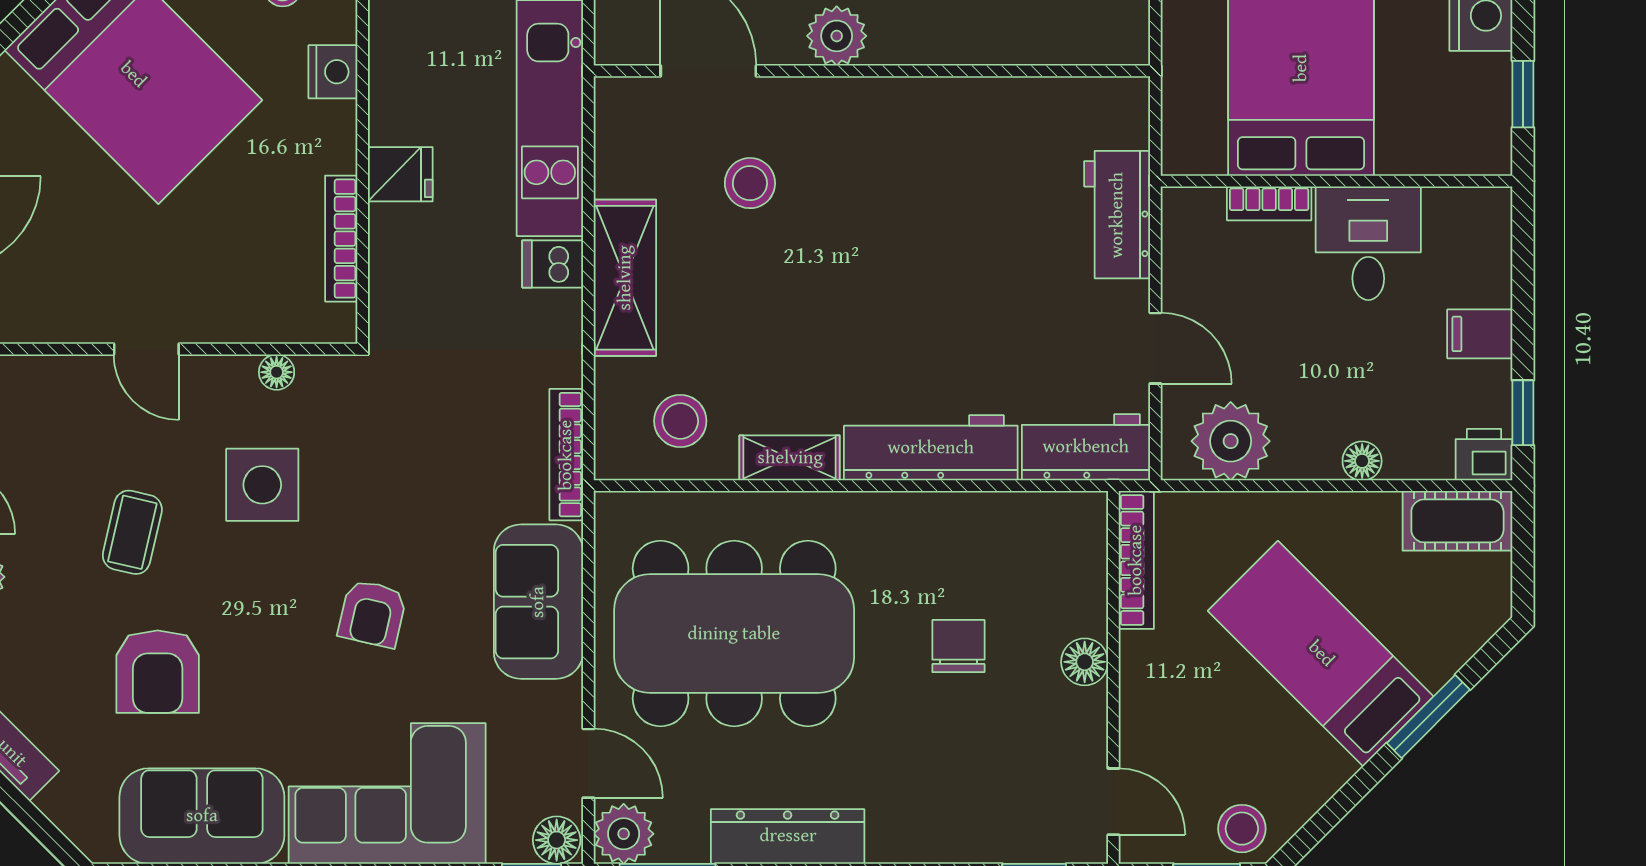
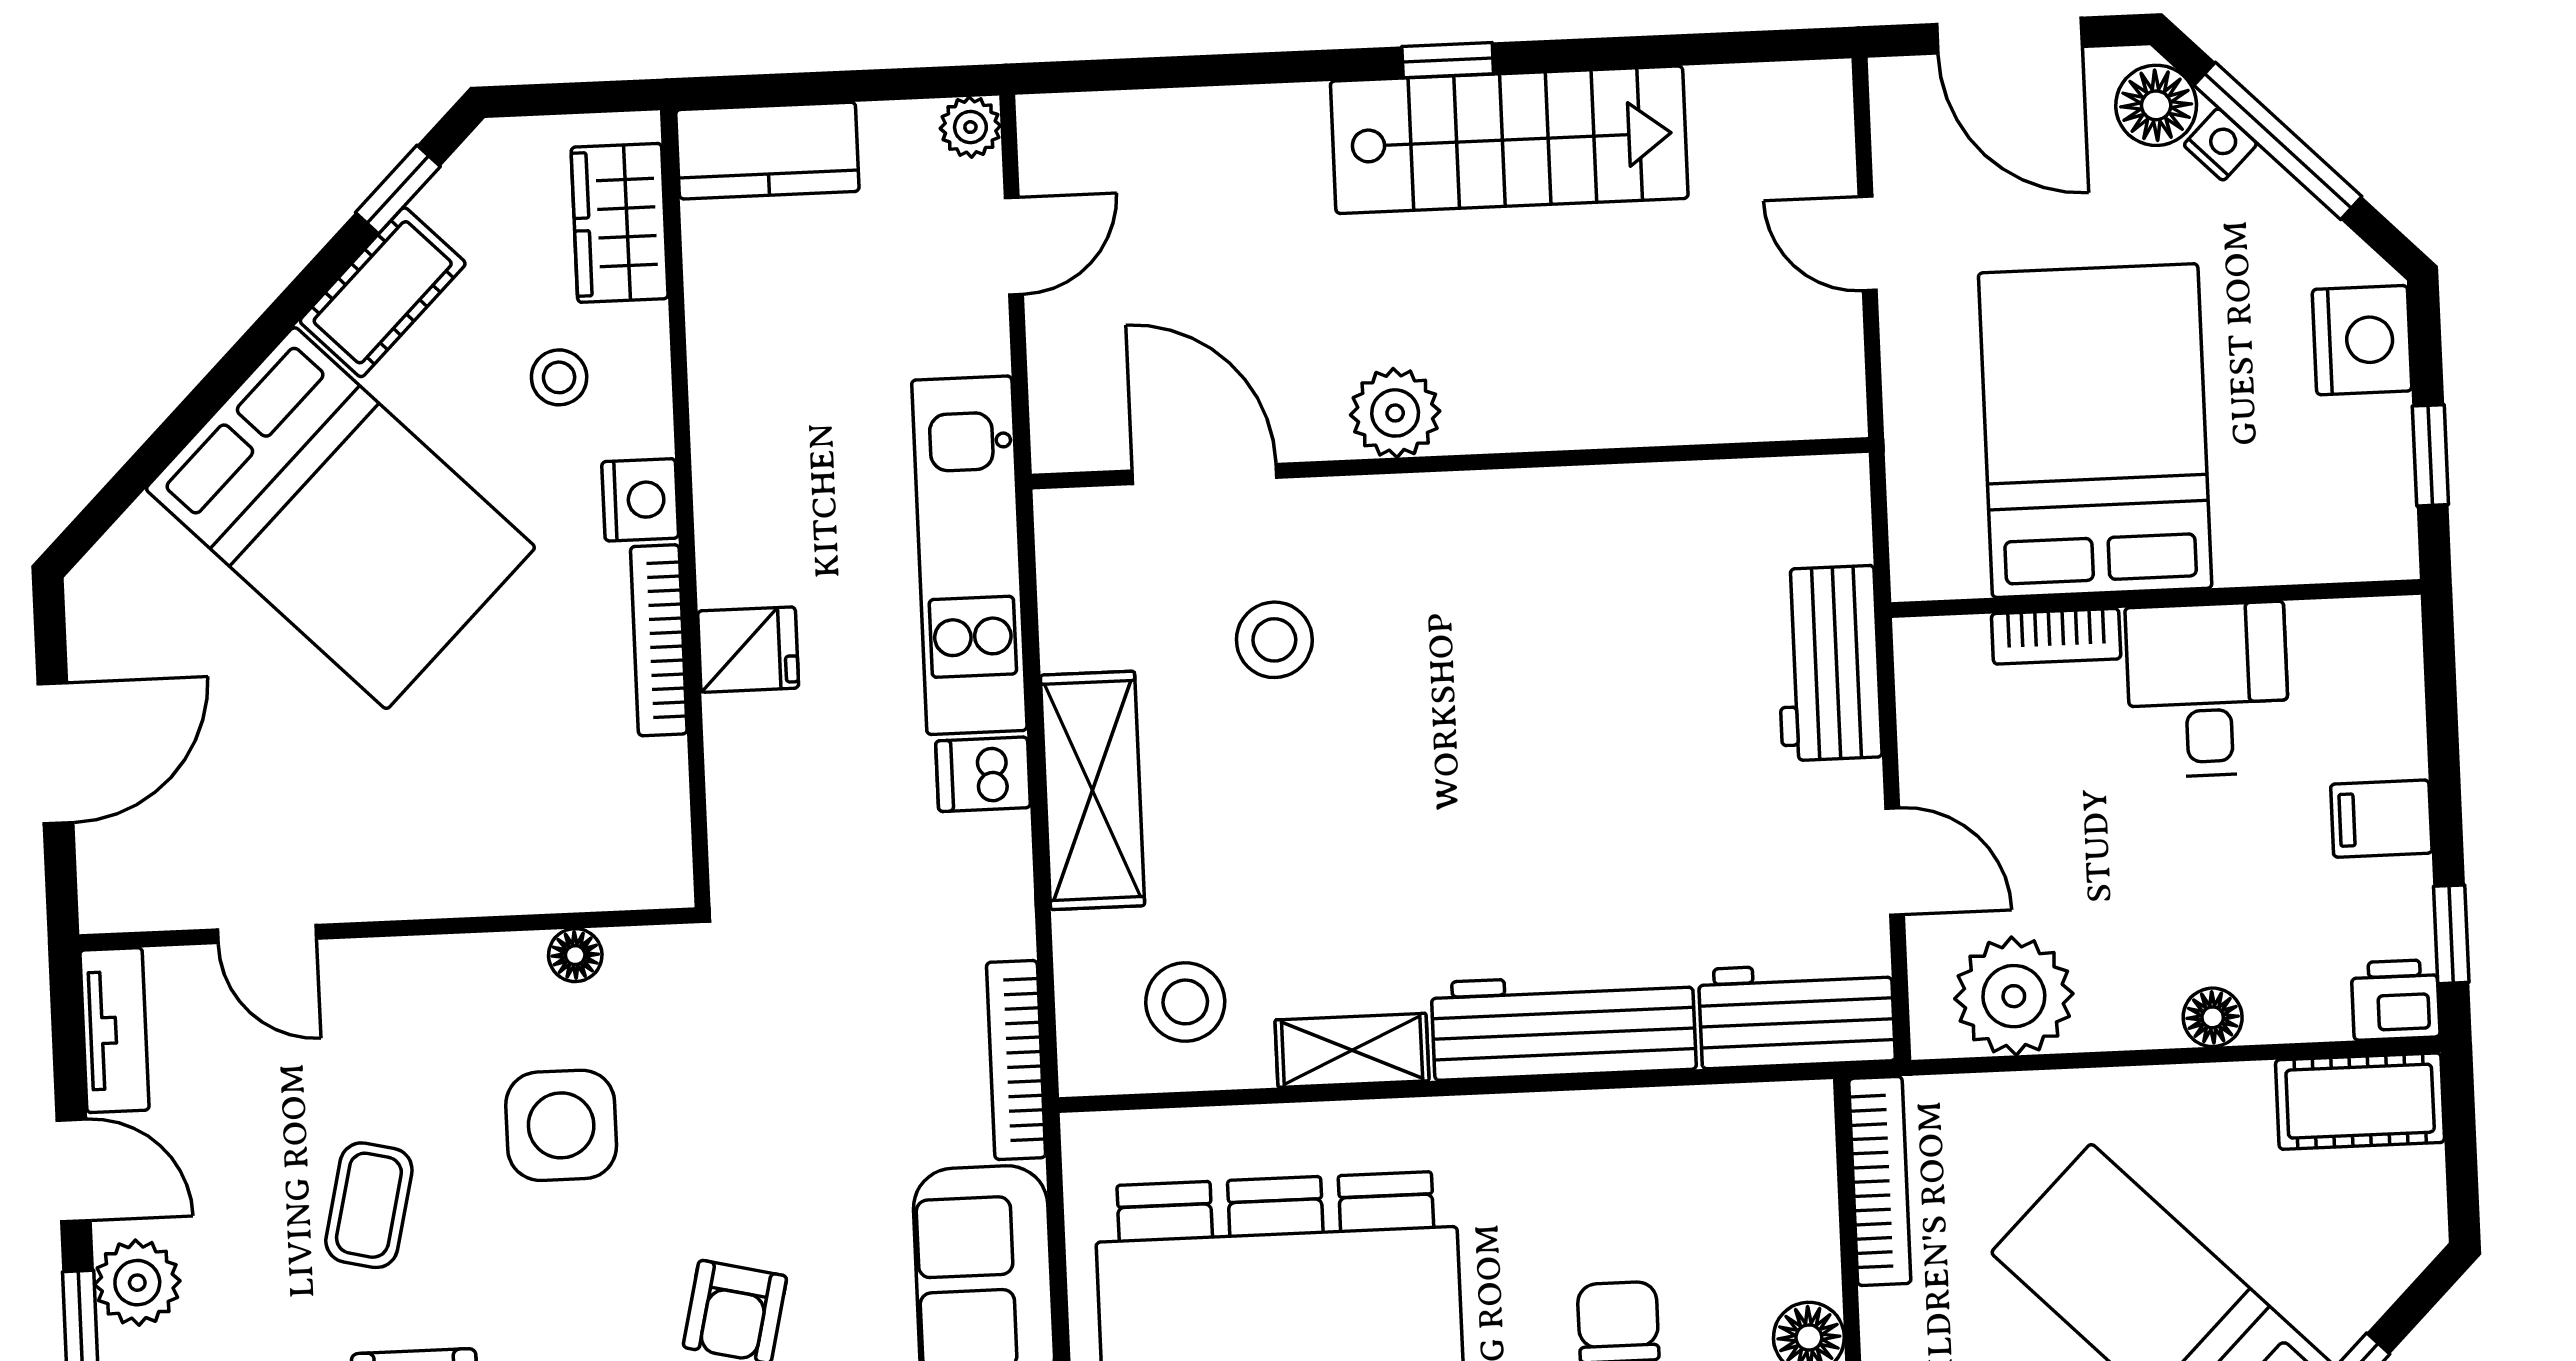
bookcase: (341, 239) -> (659, 640), moved
door: (146, 349) -> (267, 934), moved

